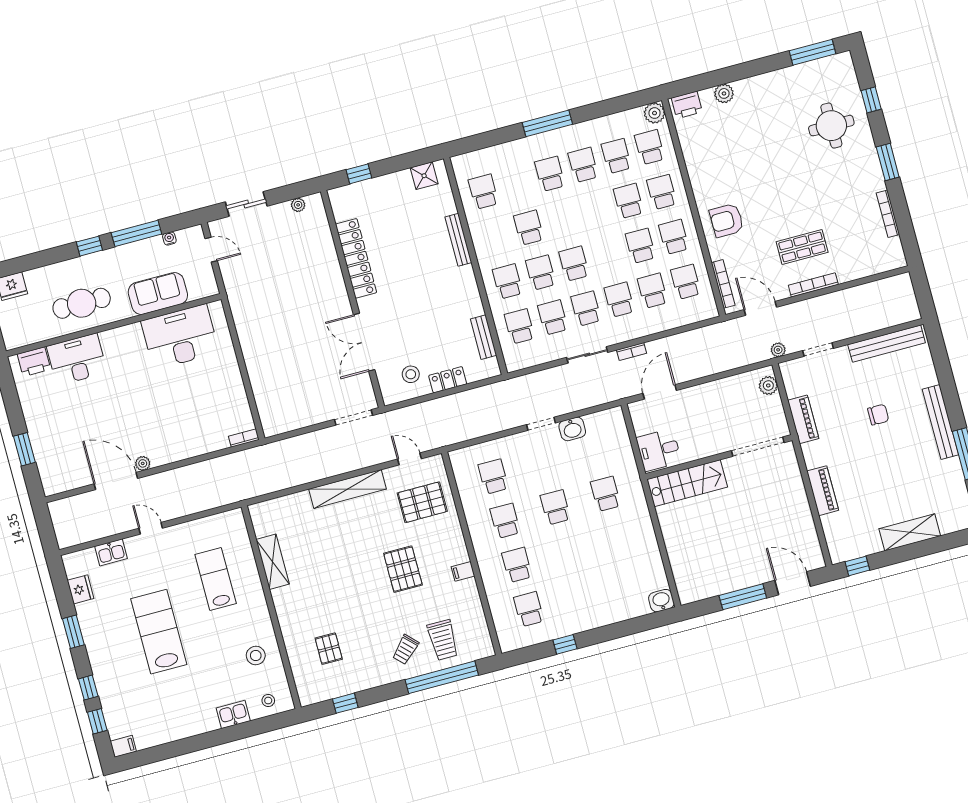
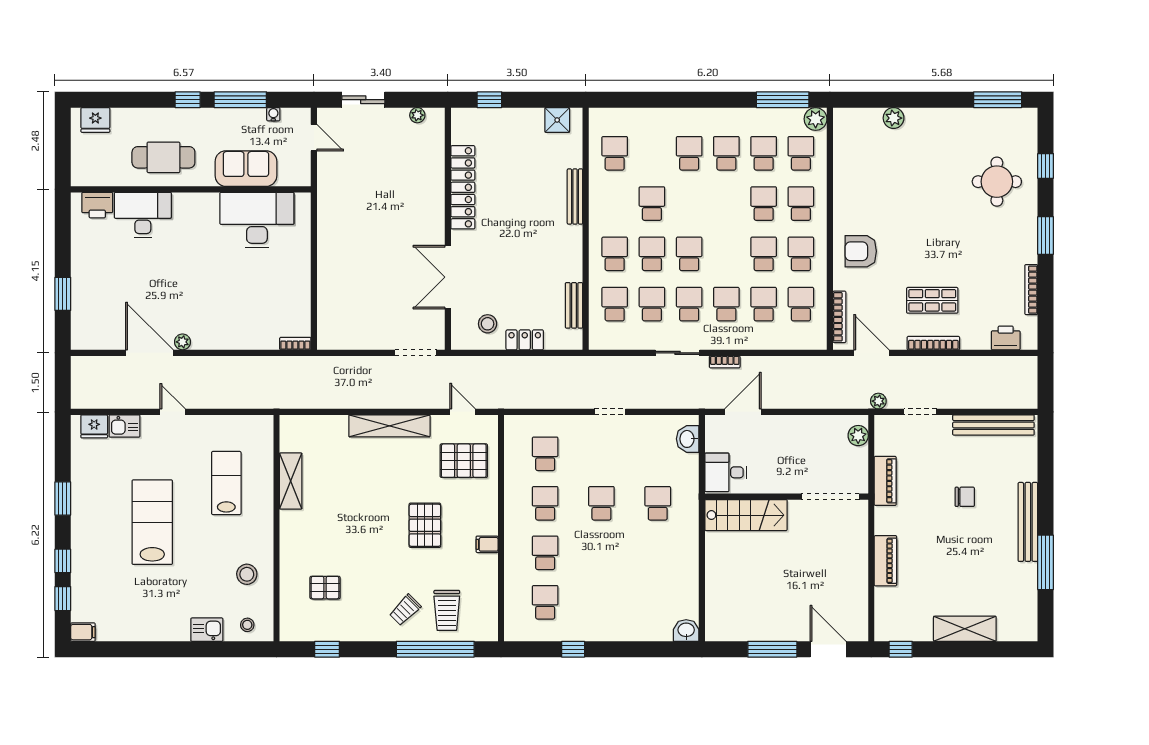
printer: (687, 105) -> (1006, 338), moved, turned 180
window: (547, 123) -> (783, 100), moved
washbasin: (572, 429) -> (688, 439), moved, turned 90
fridge: (80, 589) -> (94, 426), moved, turned 90
pallet: (329, 649) -> (325, 588), turned 90

